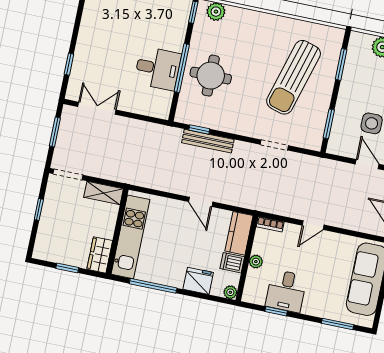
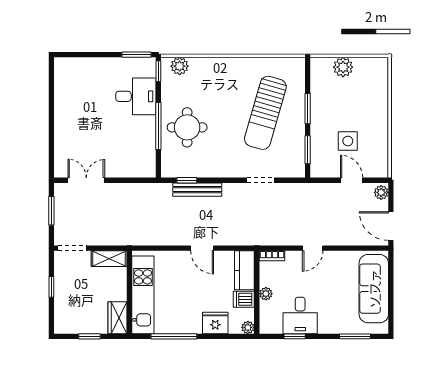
window: (69, 64) -> (51, 144), removed
window: (341, 64) -> (308, 109), moved
desk: (158, 68) -> (136, 96), moved

